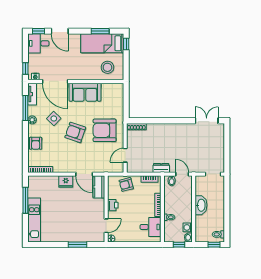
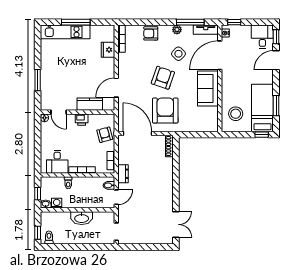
door: (125, 155) -> (137, 133), width x1.88
fridge: (66, 182) -> (108, 50), moved
kitchen counter: (99, 187) -> (90, 104), moved
window: (25, 200) -> (76, 22), moved

